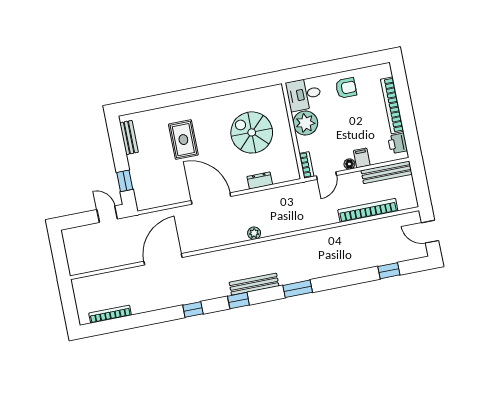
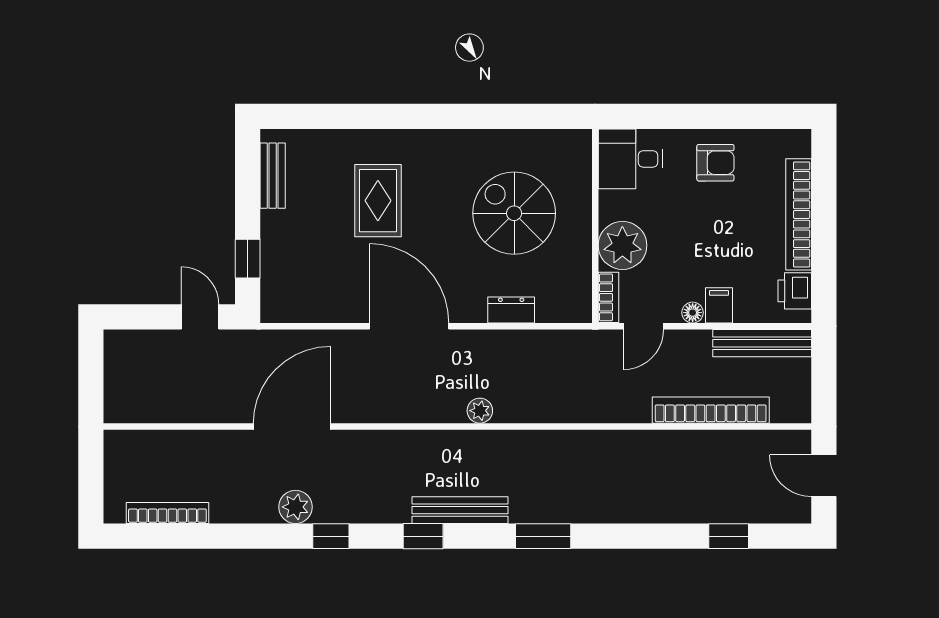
plant: (305, 123) -> (622, 245), moved
plant: (173, 299) -> (295, 507), added

